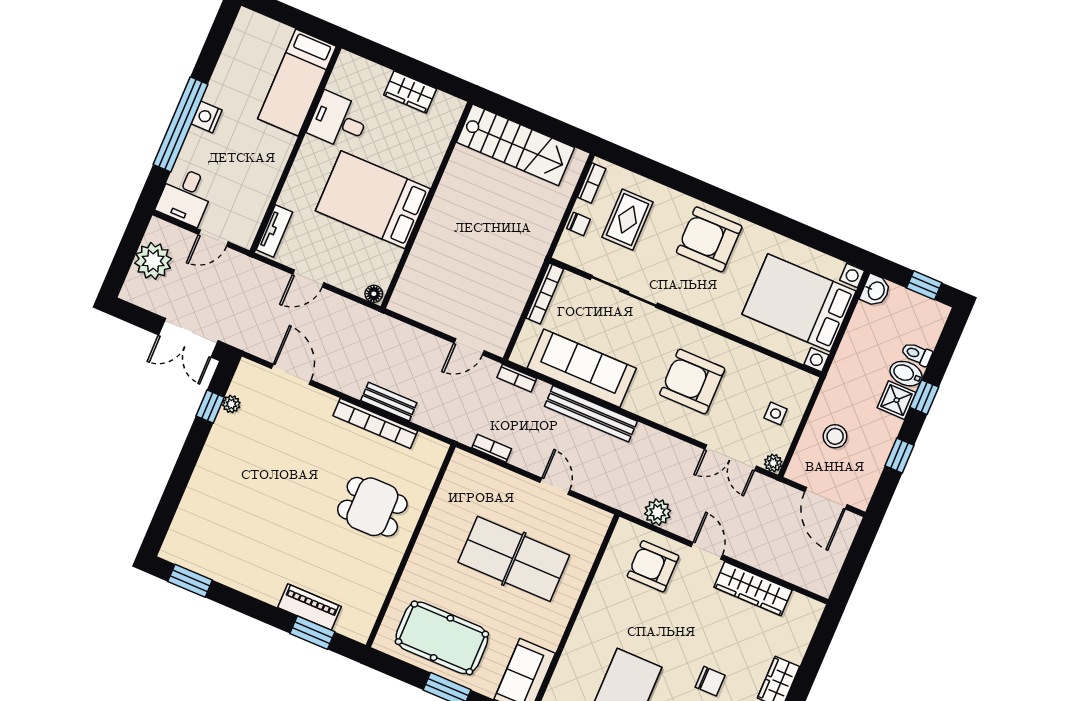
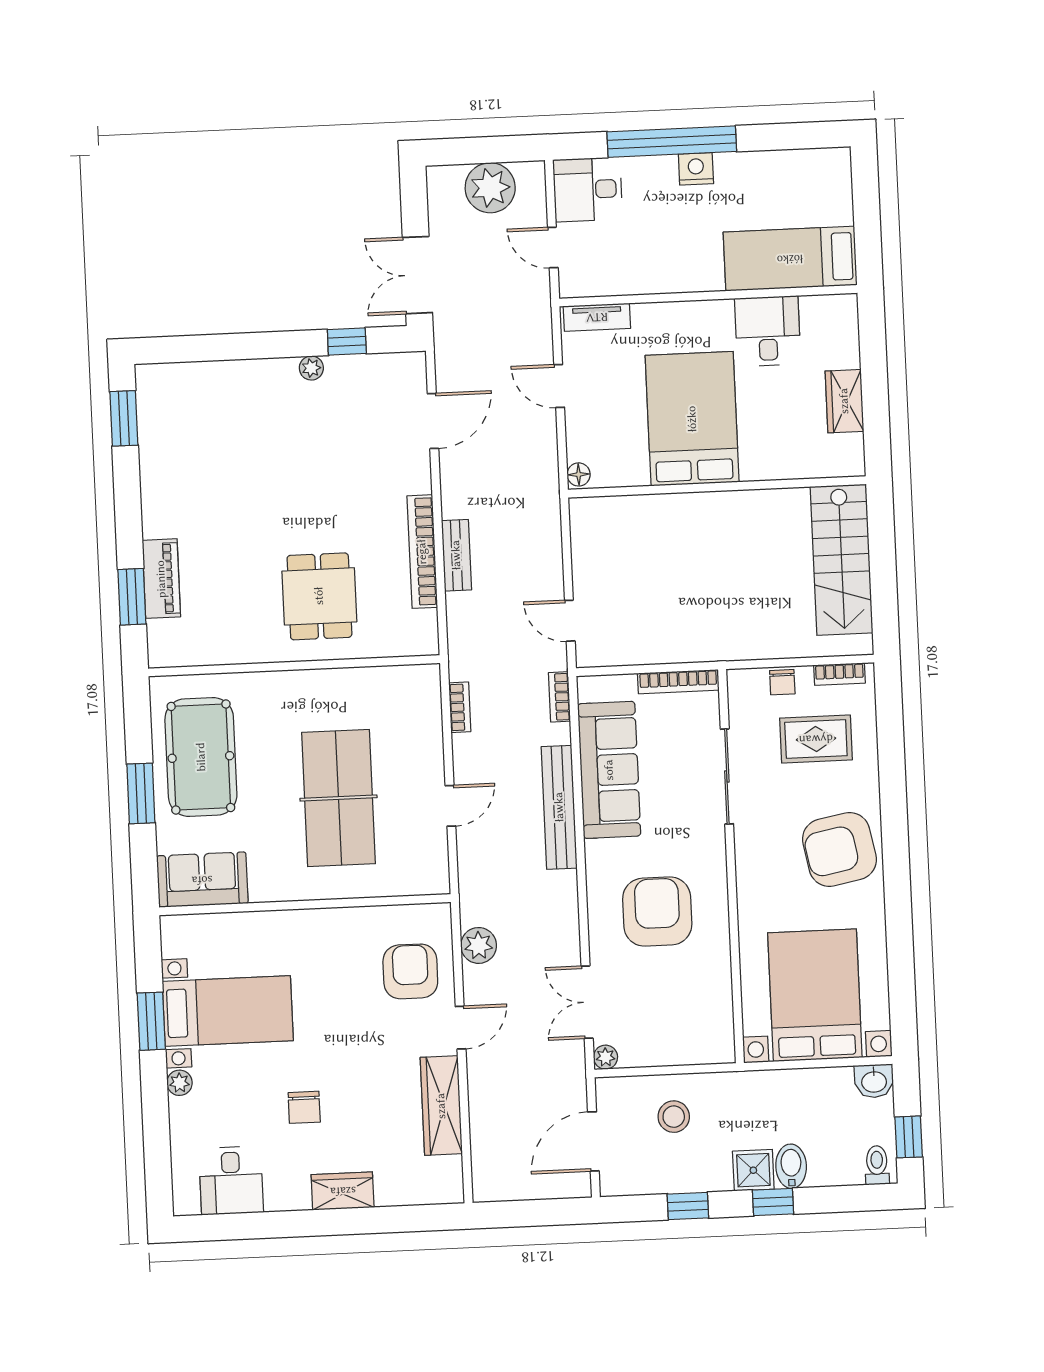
armchair: (709, 239) -> (839, 849), turned -101
toilet: (917, 354) -> (877, 1165), moved
plant: (231, 404) -> (311, 368), moved
side table: (776, 414) -> (667, 1031), removed

